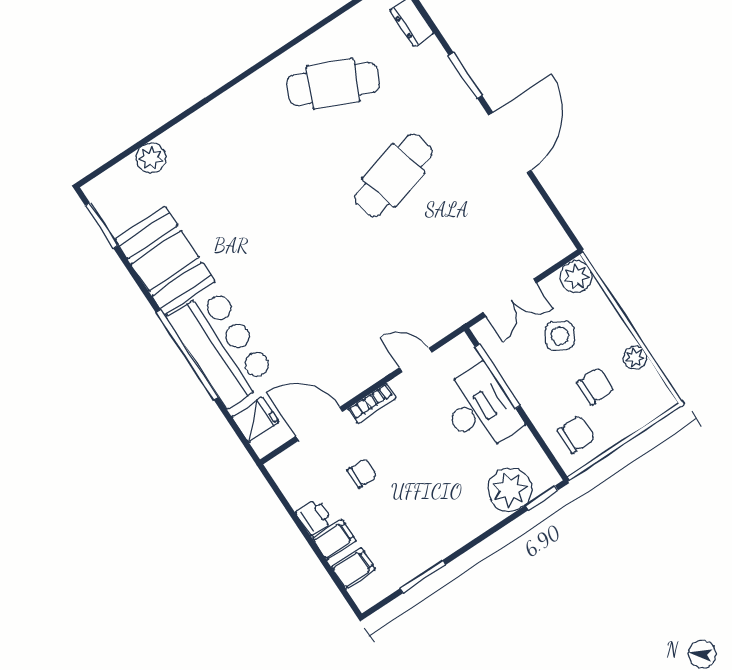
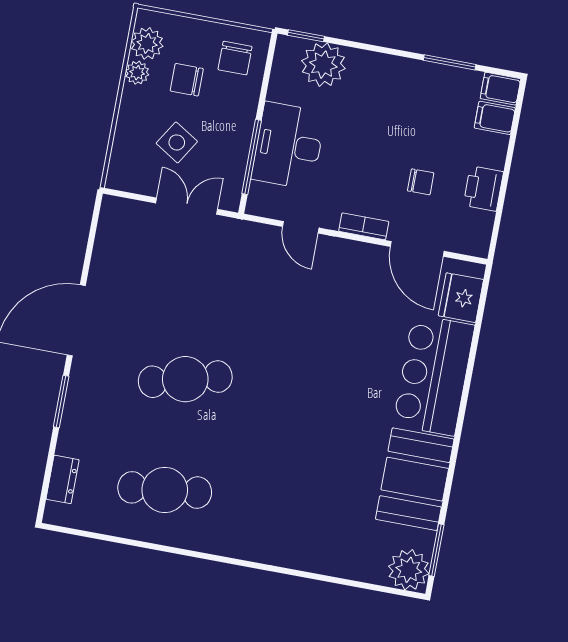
cafe table: (333, 84) -> (165, 490), turned -30
plant: (151, 158) -> (409, 570), moved, width x1.36, depth x1.36
plant: (576, 277) -> (147, 43), moved
window: (187, 355) -> (465, 394), removed
fridge: (255, 419) -> (461, 298), width x1.38
chair: (576, 434) -> (235, 58), turned -90
chair: (362, 473) -> (421, 182), turned 180
printer: (314, 517) -> (483, 189), width x1.36, depth x1.24
filing cabinet: (334, 540) -> (500, 89), moved

